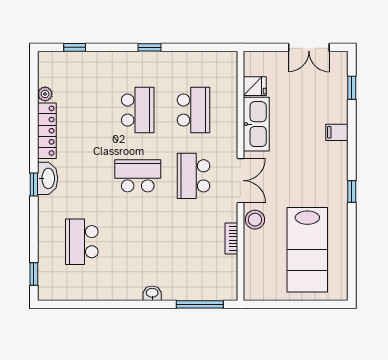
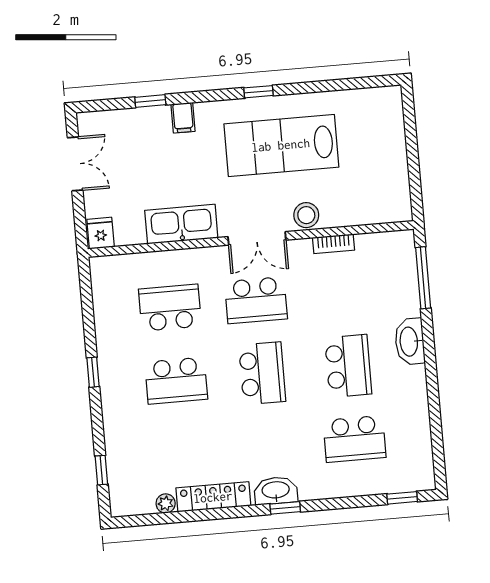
fridge: (255, 86) -> (101, 233), moved
window: (352, 88) -> (150, 101), moved
school desk: (138, 110) -> (176, 381), turned 180
school desk: (138, 176) -> (262, 373), turned 180
double door: (240, 181) -> (257, 238), swing flipped
school desk: (138, 242) -> (348, 366), added
lab bench: (307, 250) -> (281, 145), moved, turned 180
washbasin: (152, 293) -> (410, 342), width x1.91, depth x1.45

